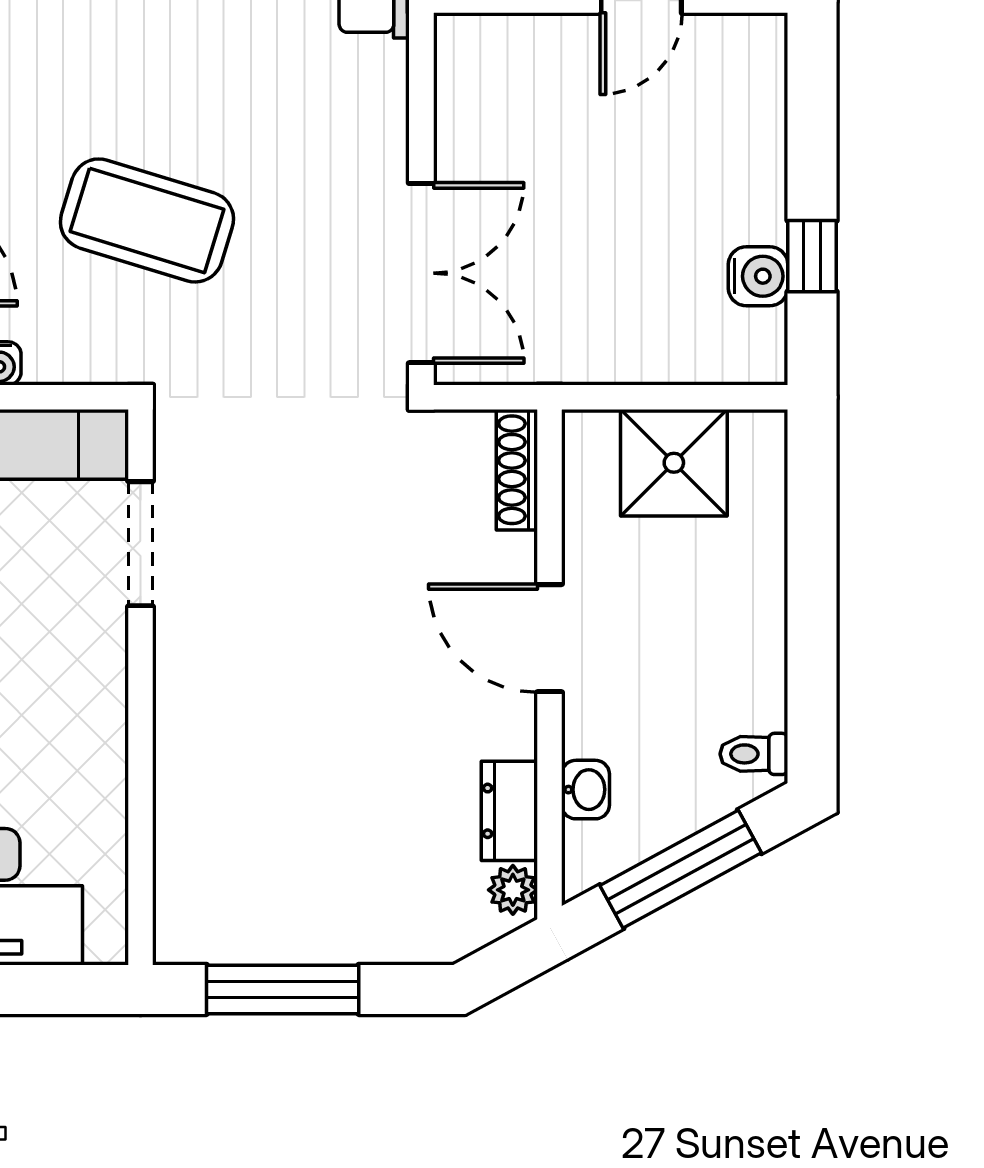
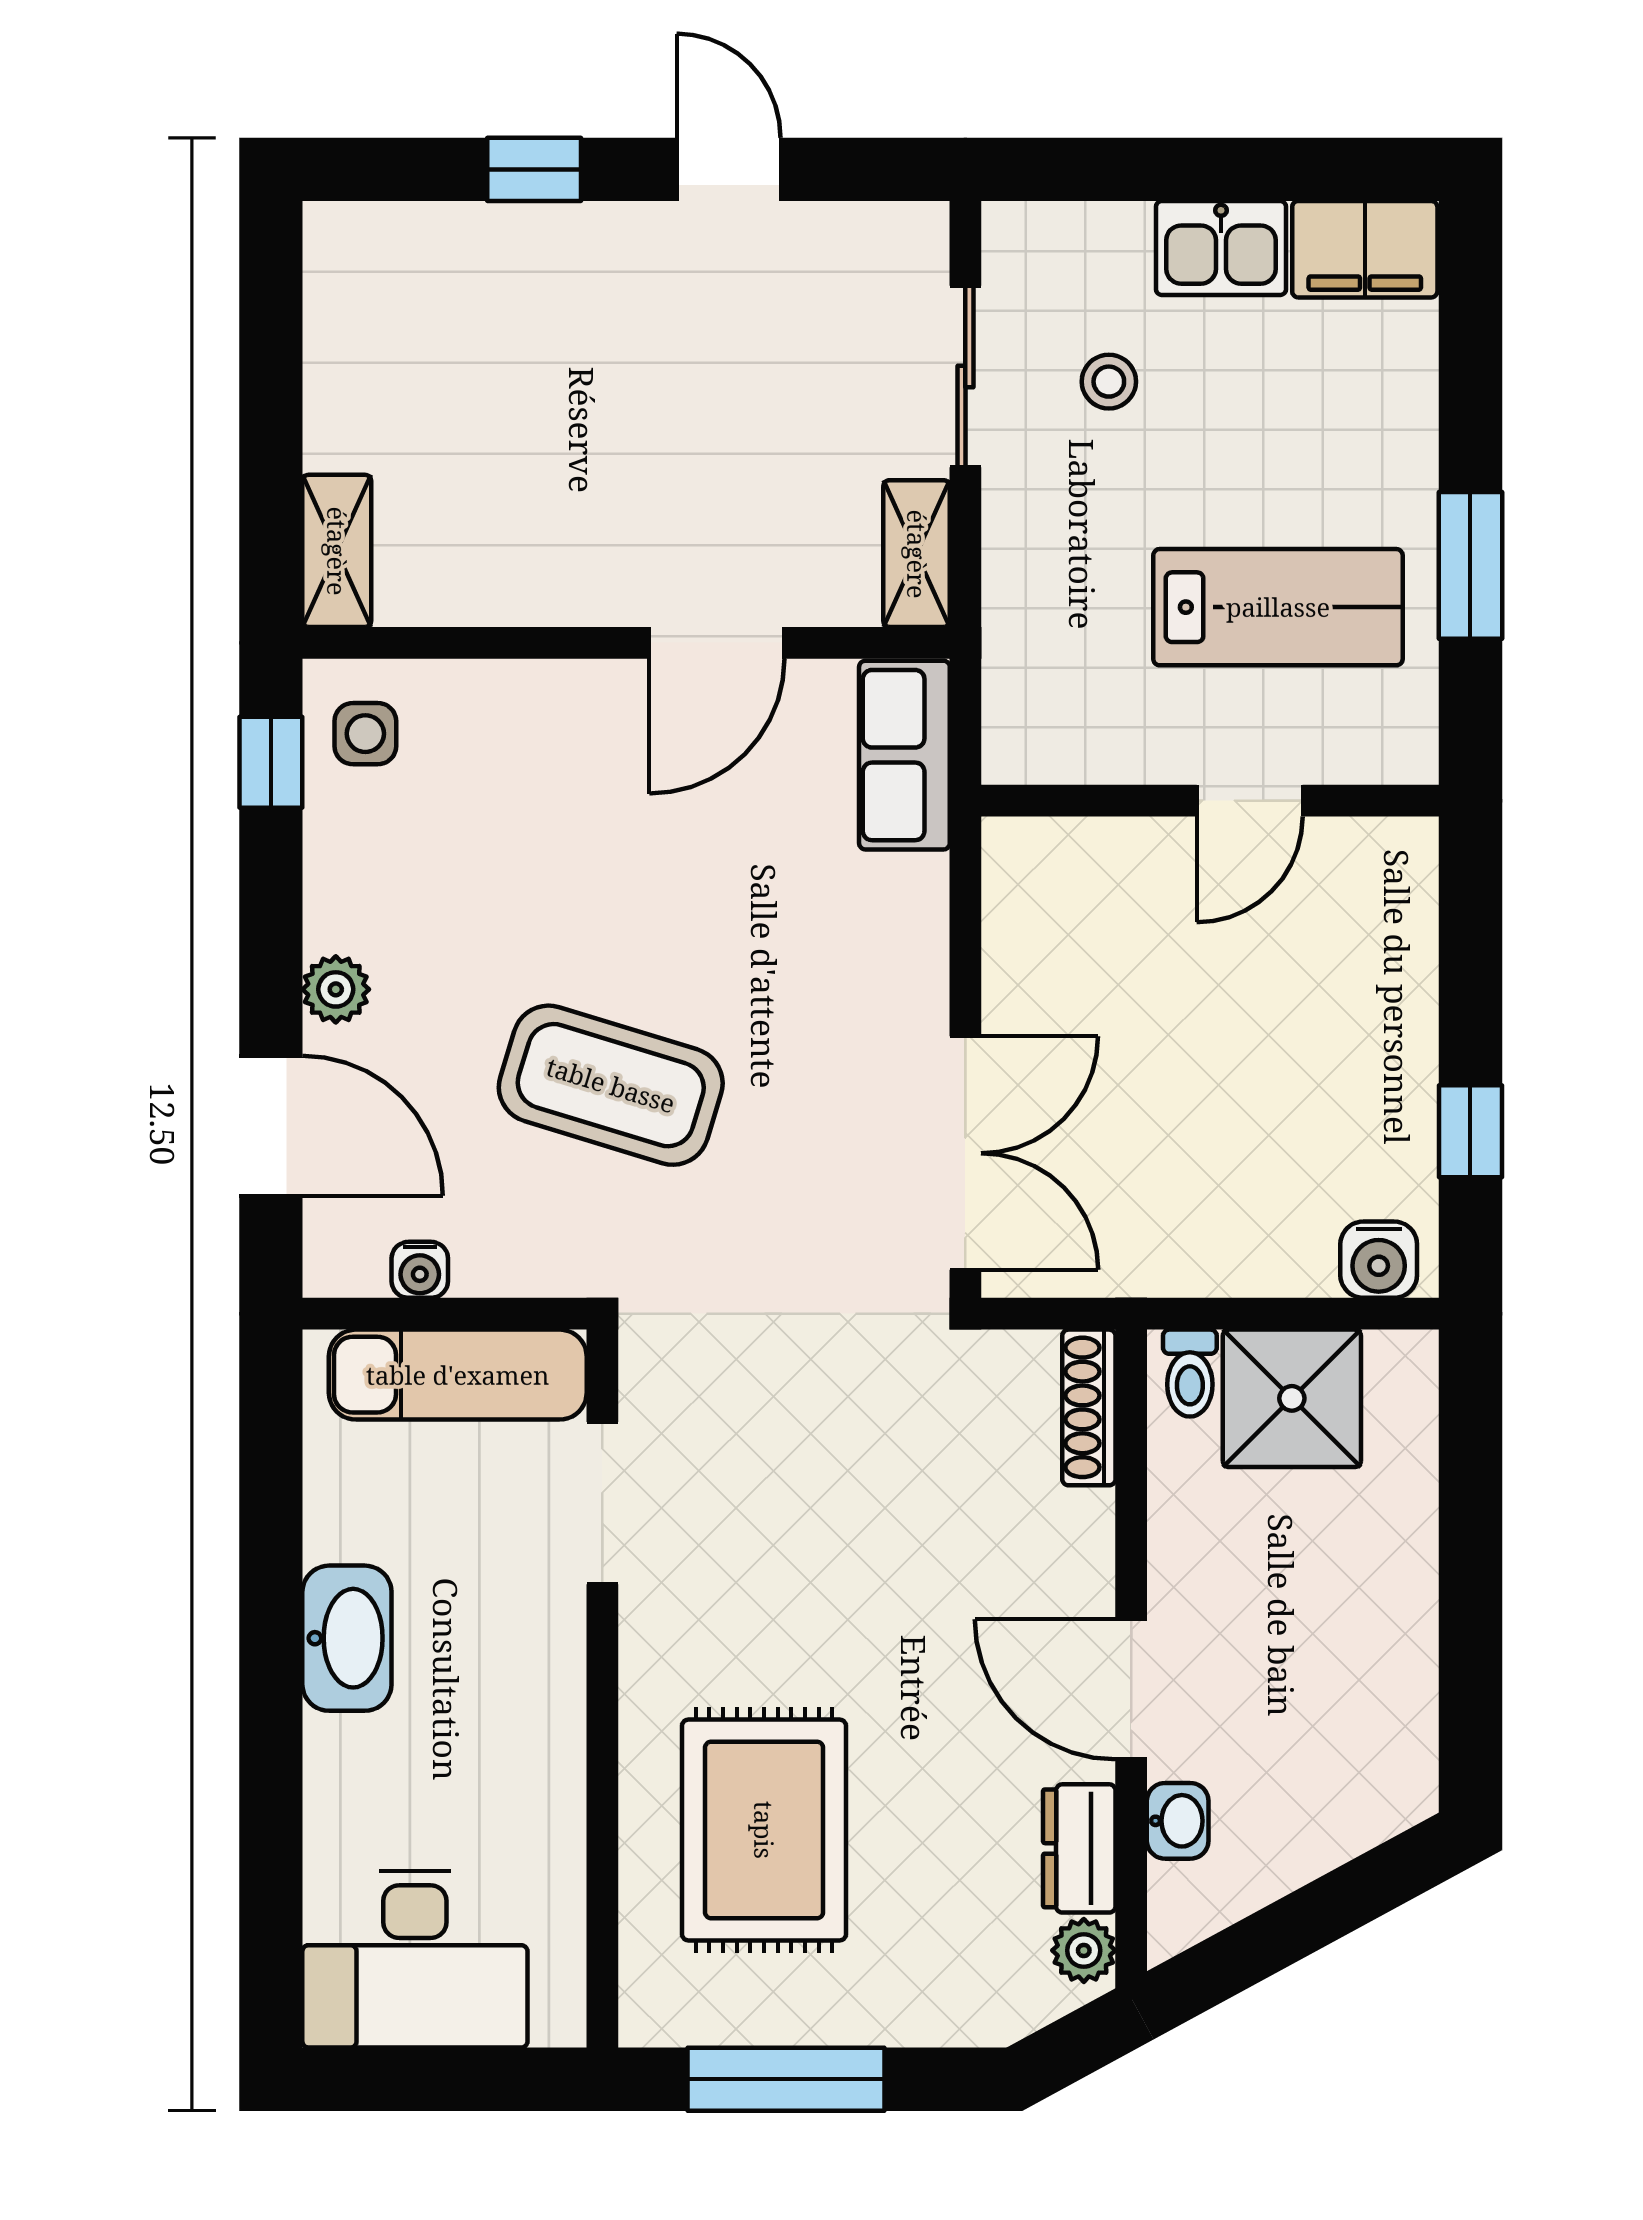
water cooler: (758, 276) -> (1379, 1260), moved, turned 90
door: (550, 638) -> (1131, 1689), moved
toilet: (754, 754) -> (1190, 1373), moved, turned -90
rug: (266, 797) -> (764, 1830), added
window: (681, 869) -> (1301, 1924), removed

